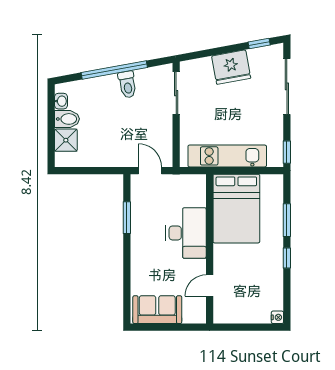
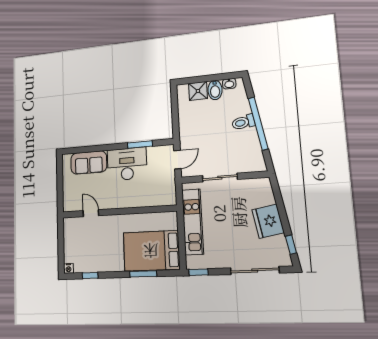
toilet: (127, 84) -> (243, 122), moved
sliding door: (176, 93) -> (220, 178), moved
bed: (236, 209) -> (151, 251), moved
desk: (186, 233) -> (127, 164), moved, turned 180
window: (287, 258) -> (90, 275), moved
sofa: (157, 310) -> (89, 163), moved, turned 90

